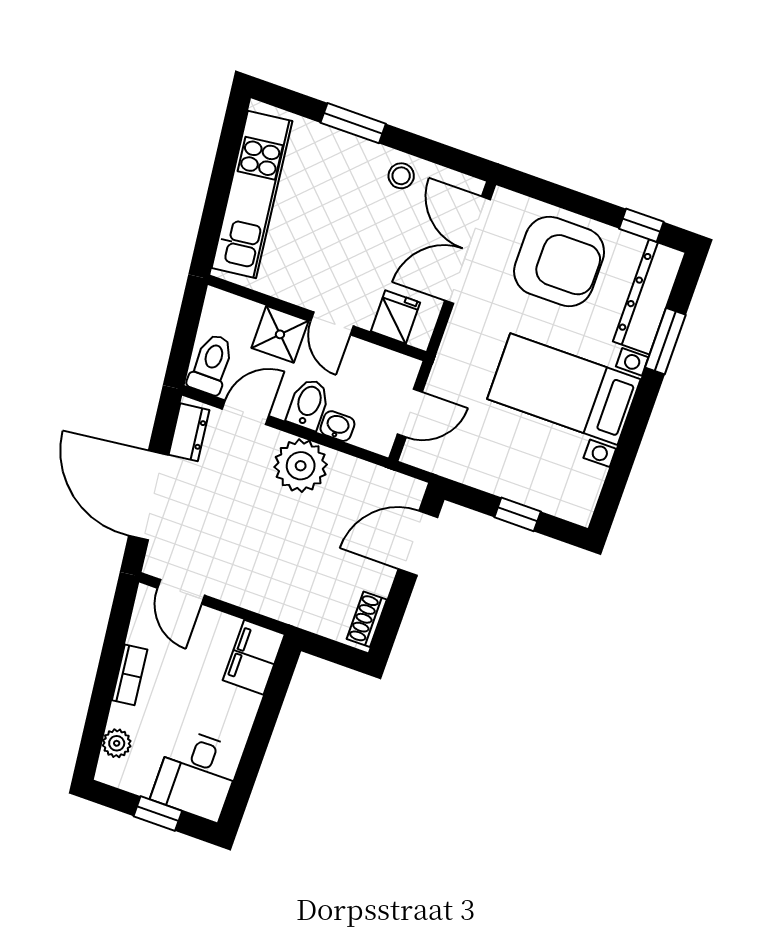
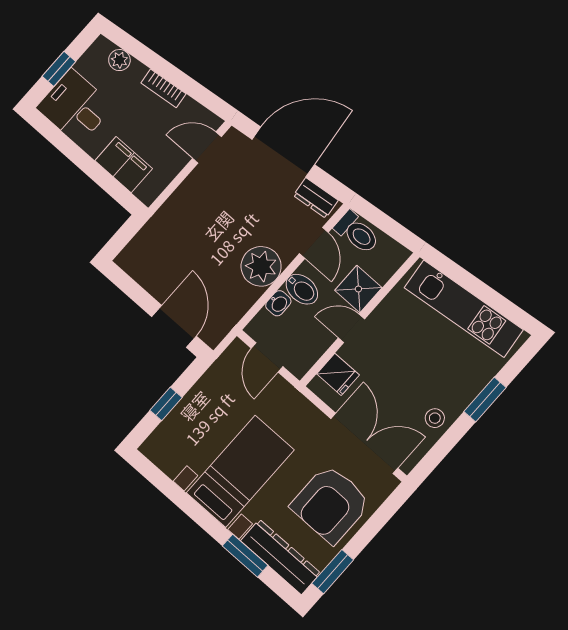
window: (641, 225) -> (333, 572), width x1.50
shoe rack: (367, 619) -> (135, 269), removed
filing cabinet: (254, 657) -> (124, 165), moved

